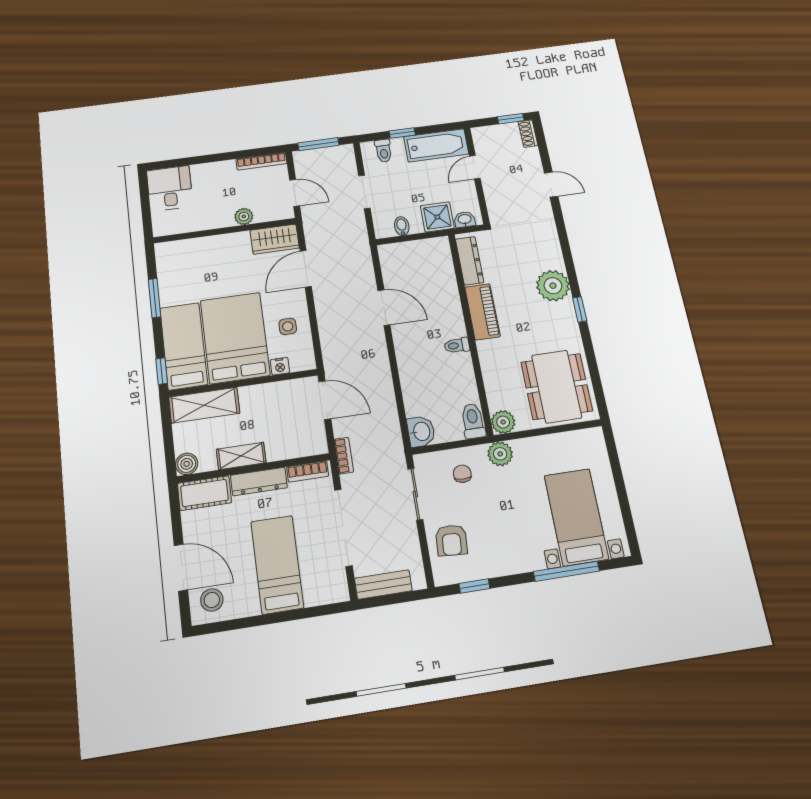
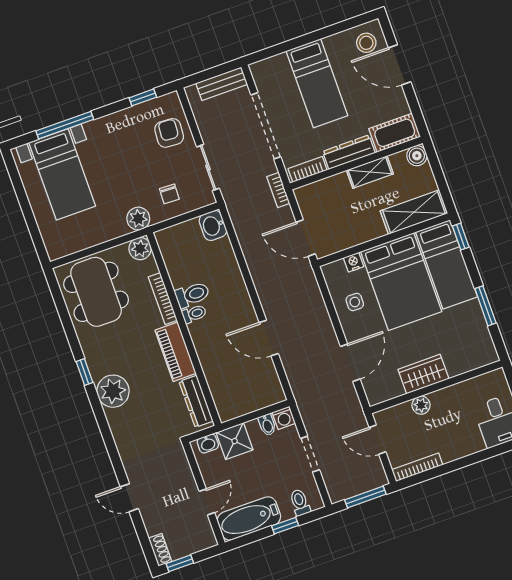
washing machine: (384, 229) -> (284, 418), added
wardrobe: (275, 239) -> (423, 374), moved
bookcase: (487, 367) -> (163, 299), added
toilet: (473, 421) -> (192, 295), moved, turned -90

